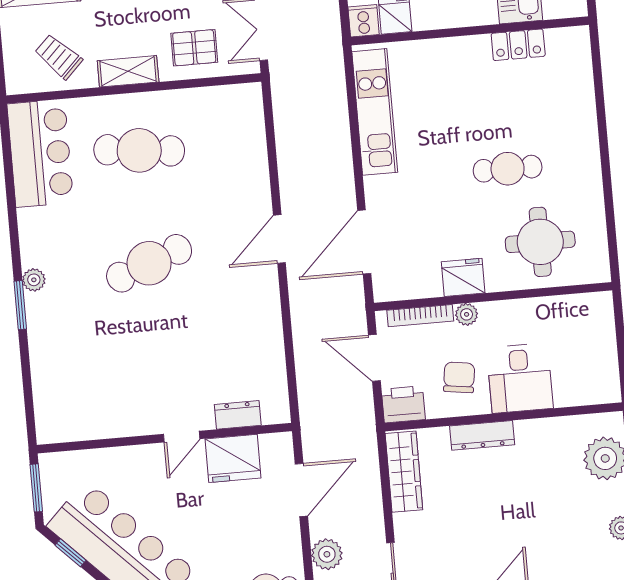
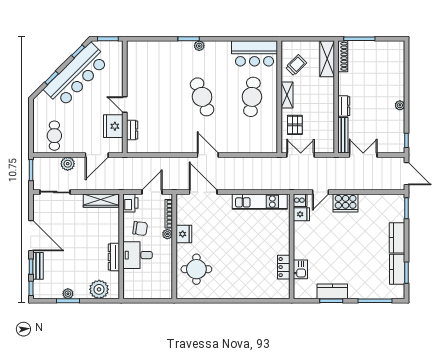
cafe table: (508, 169) -> (230, 258), removed
dresser: (482, 435) -> (114, 257), moved
door: (301, 490) -> (97, 155), hinge flipped

